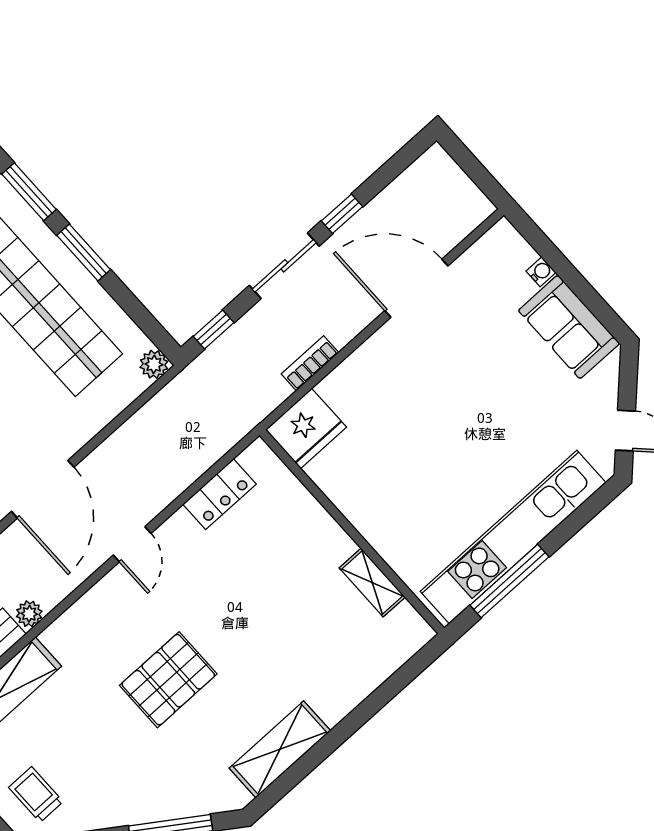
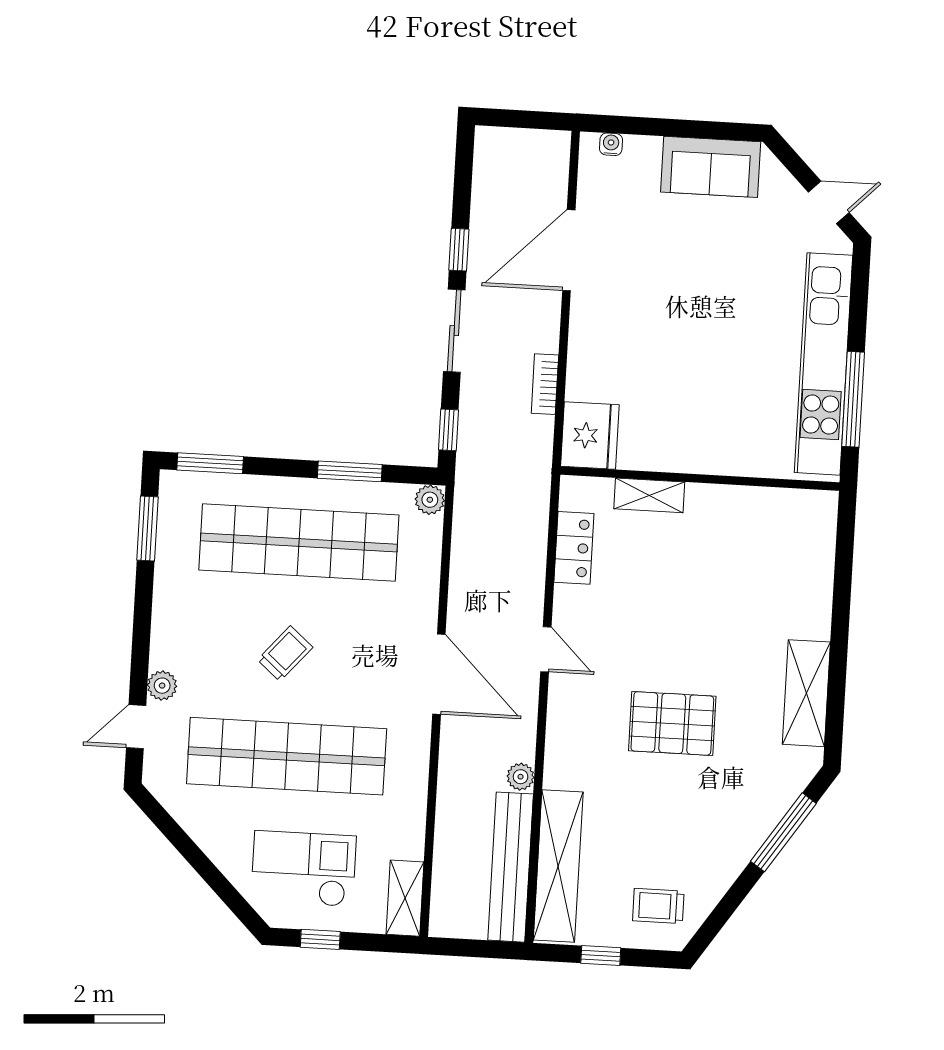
window: (84, 252) -> (350, 471), moved
water cooler: (541, 272) -> (611, 144), moved
shelving: (372, 583) -> (649, 495), moved
pallet: (168, 680) -> (672, 723), turned 90

